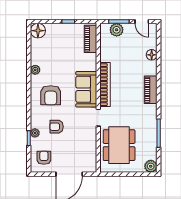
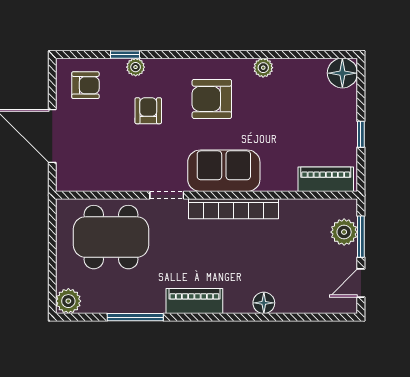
floor lamp: (152, 55) -> (264, 303), moved
piano: (151, 90) -> (194, 301), moved

